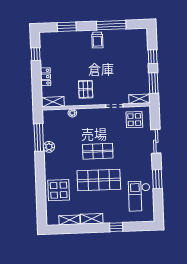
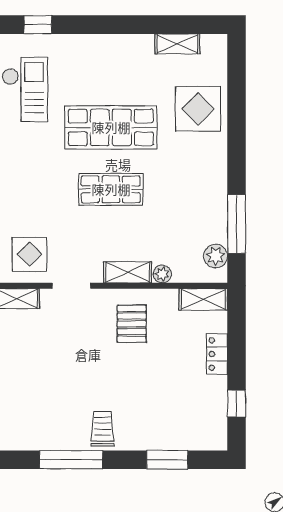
plant: (49, 147) -> (215, 256), moved
shelving: (92, 219) -> (128, 272), moved
window: (116, 227) -> (38, 25), moved

